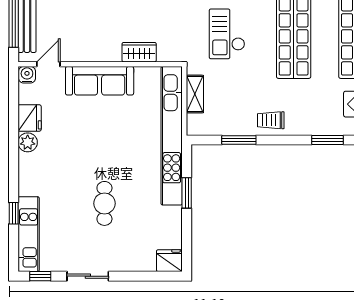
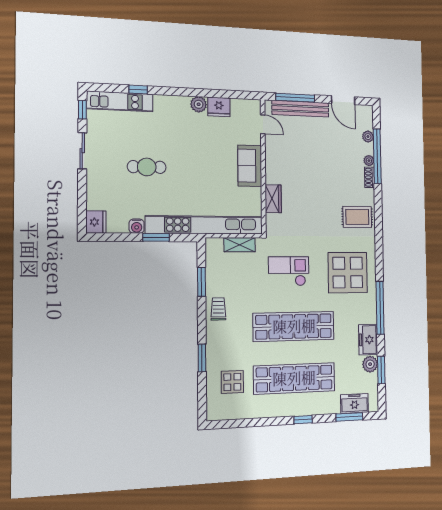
water cooler: (27, 75) -> (137, 226), moved, turned 90
sofa: (100, 81) -> (250, 166), width x0.73

